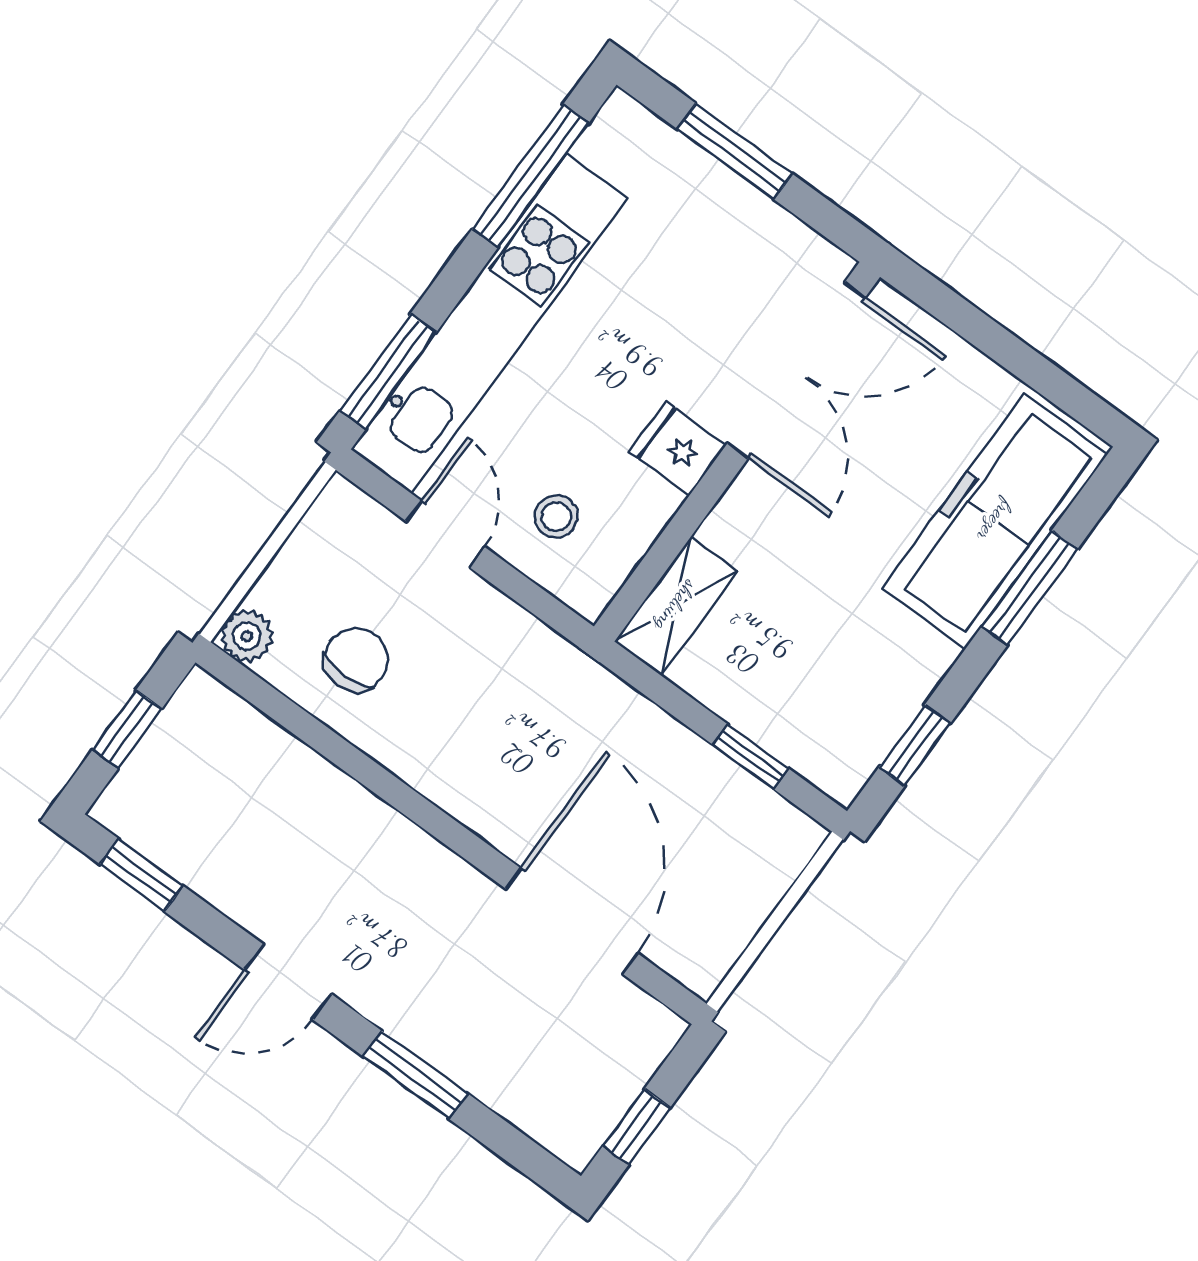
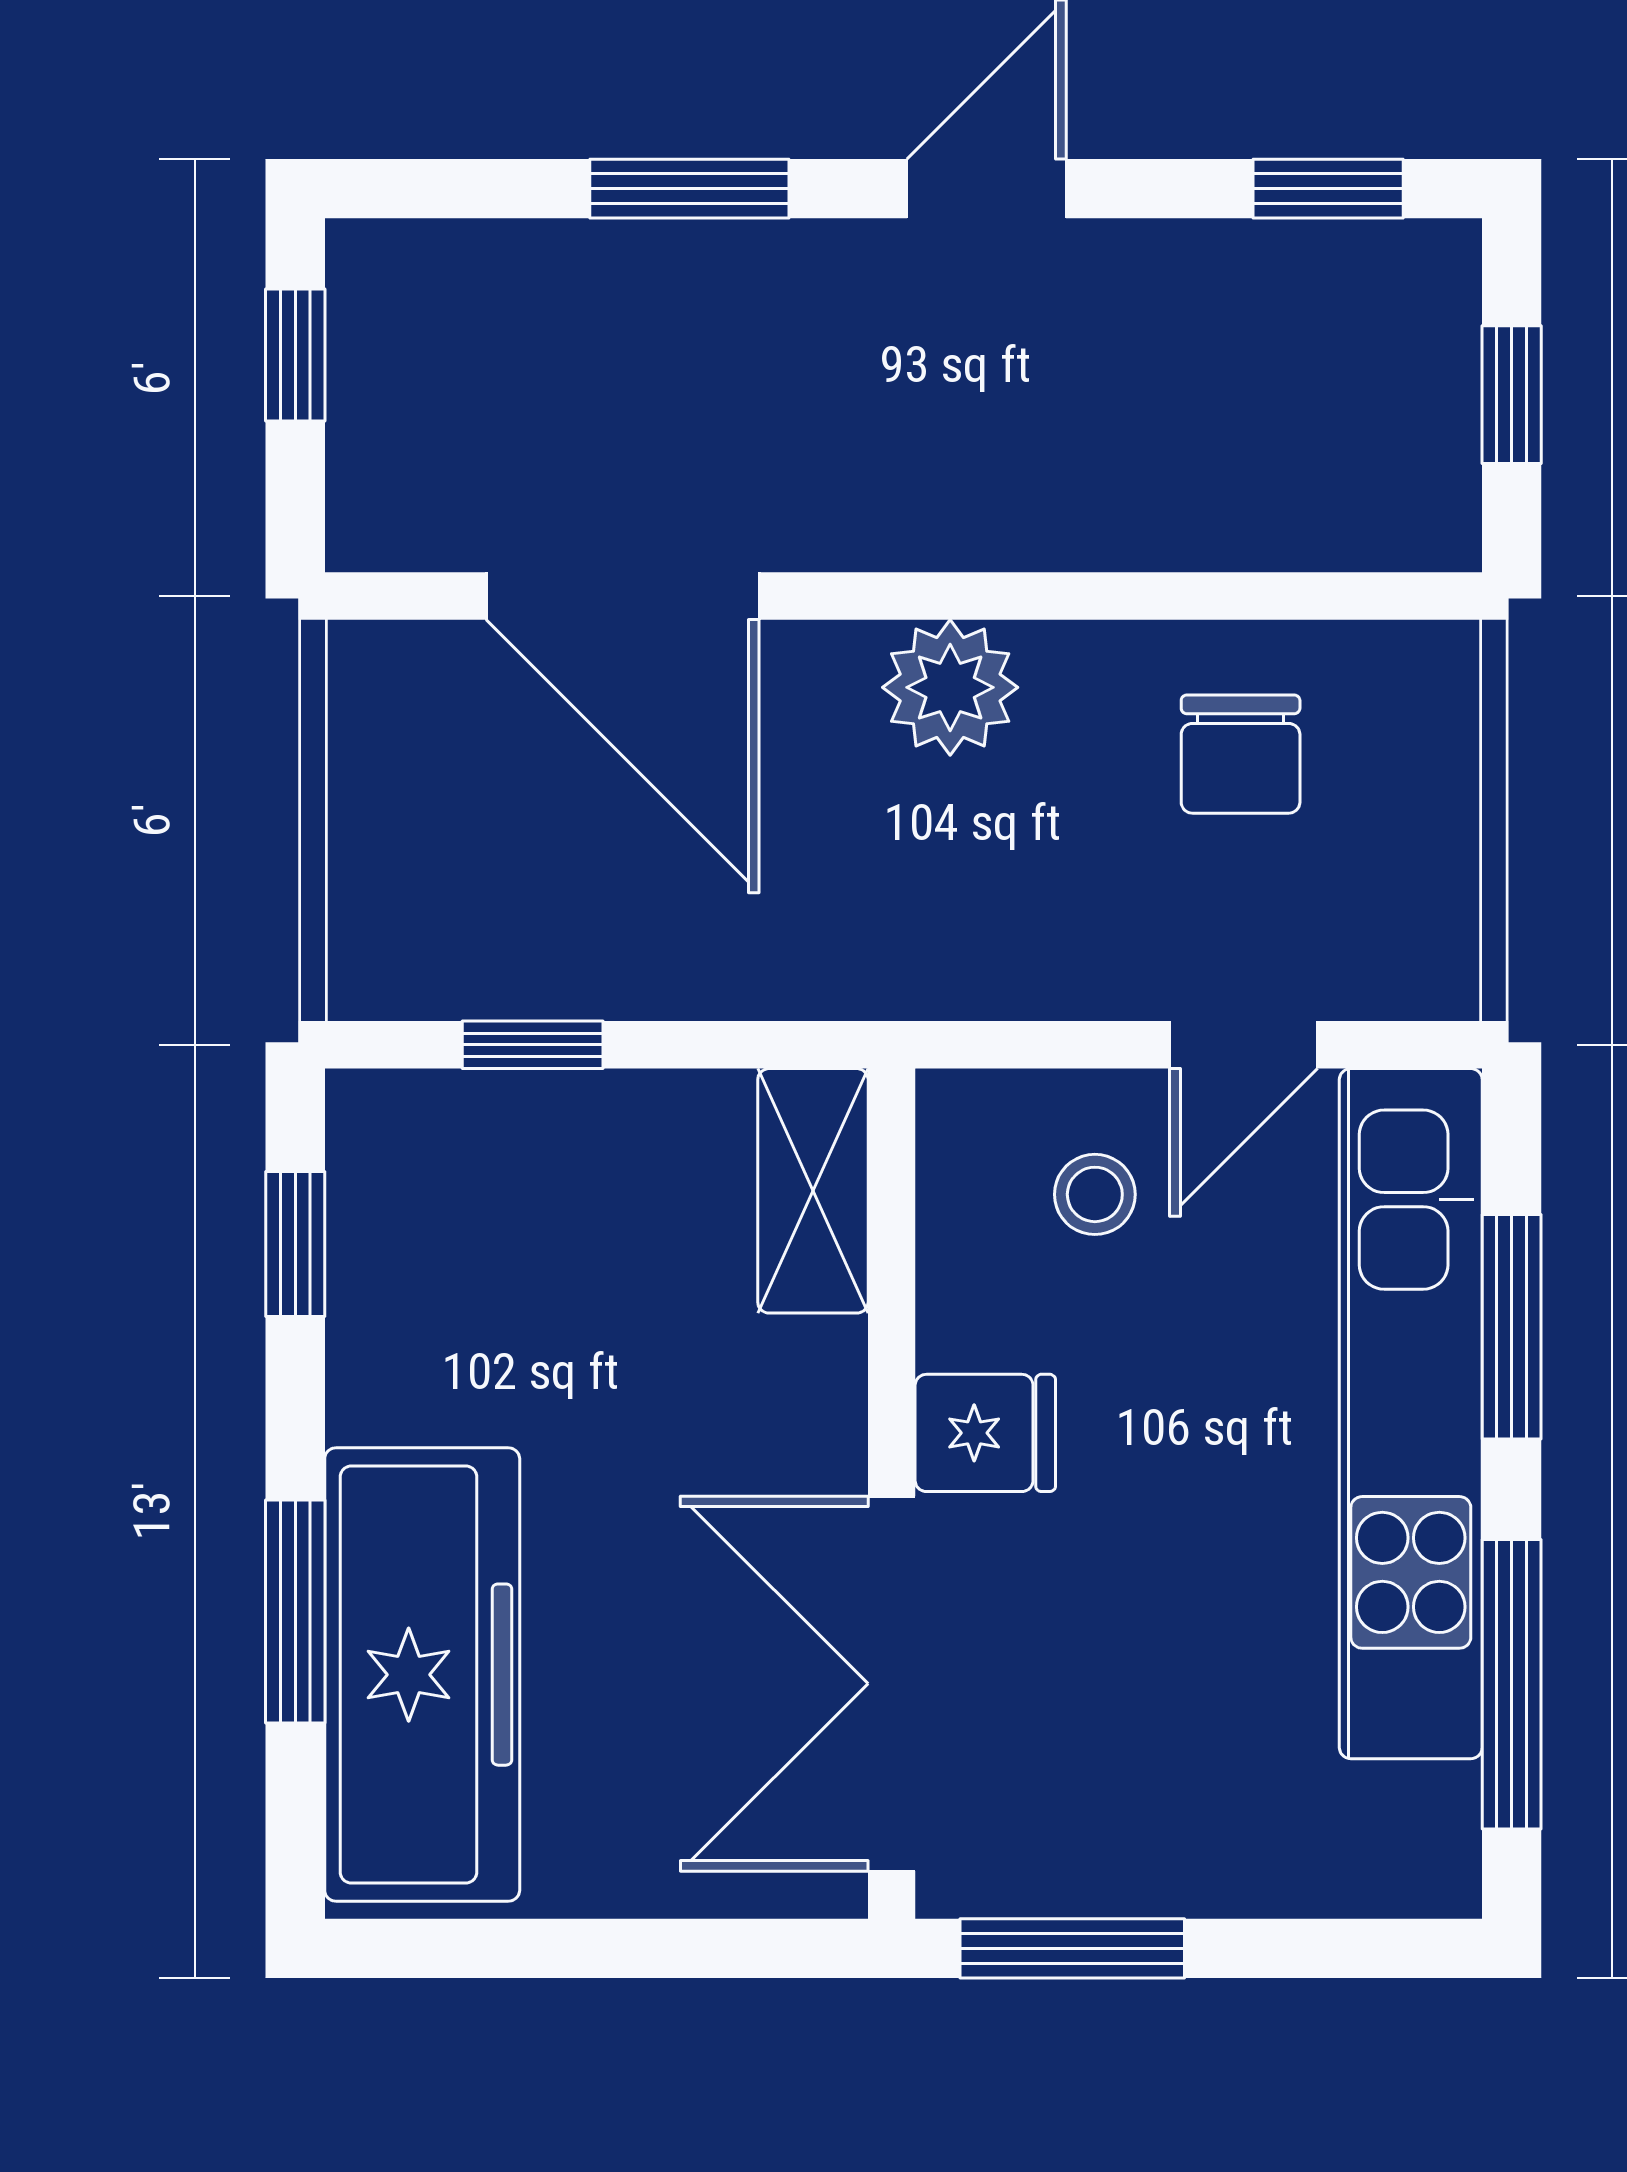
window: (735, 151) -> (1072, 1948), moved
window: (388, 371) -> (1512, 1327), moved
door: (446, 534) -> (1244, 1045), hinge flipped
plant: (247, 636) -> (950, 687), moved, width x1.38, depth x1.38

